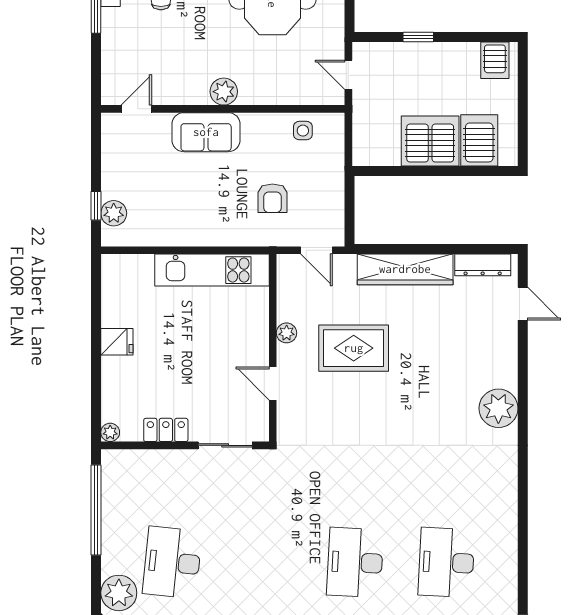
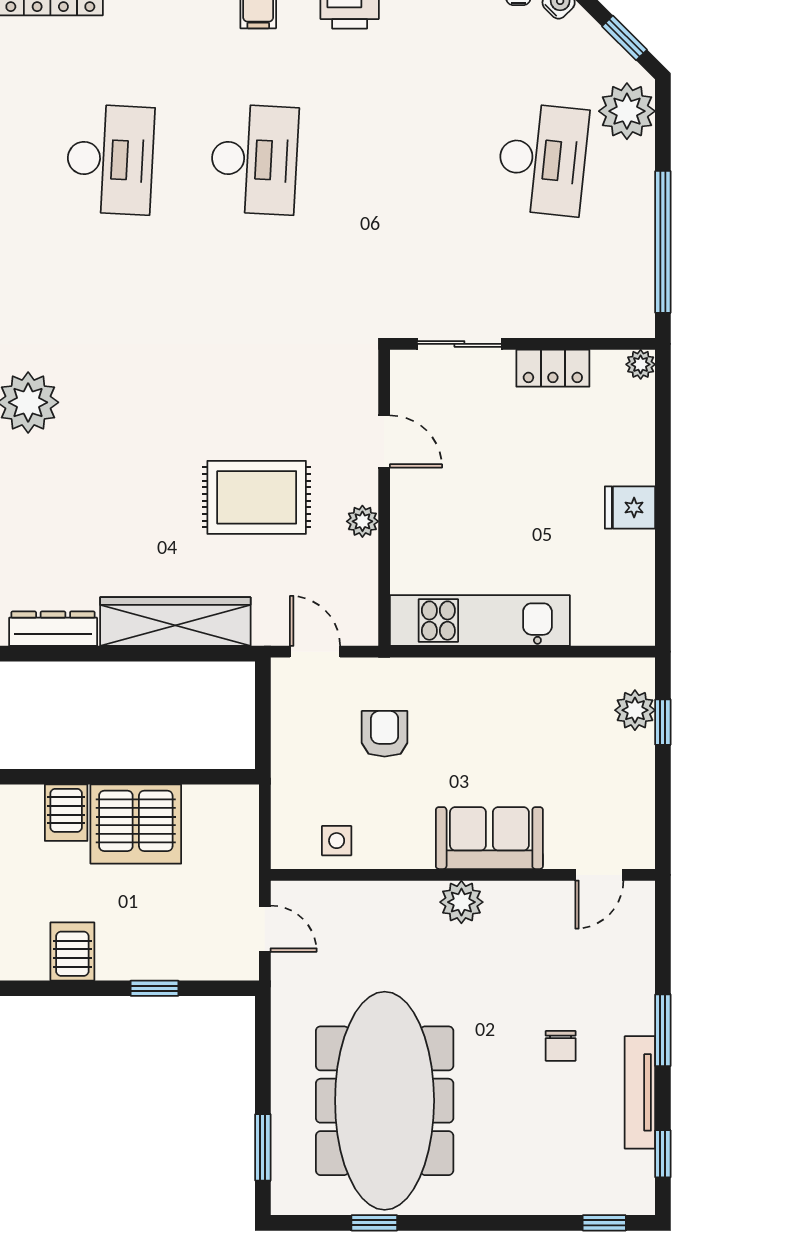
server rack: (495, 60) -> (72, 951), moved
server rack: (479, 140) -> (66, 813), width x0.73, depth x0.70

